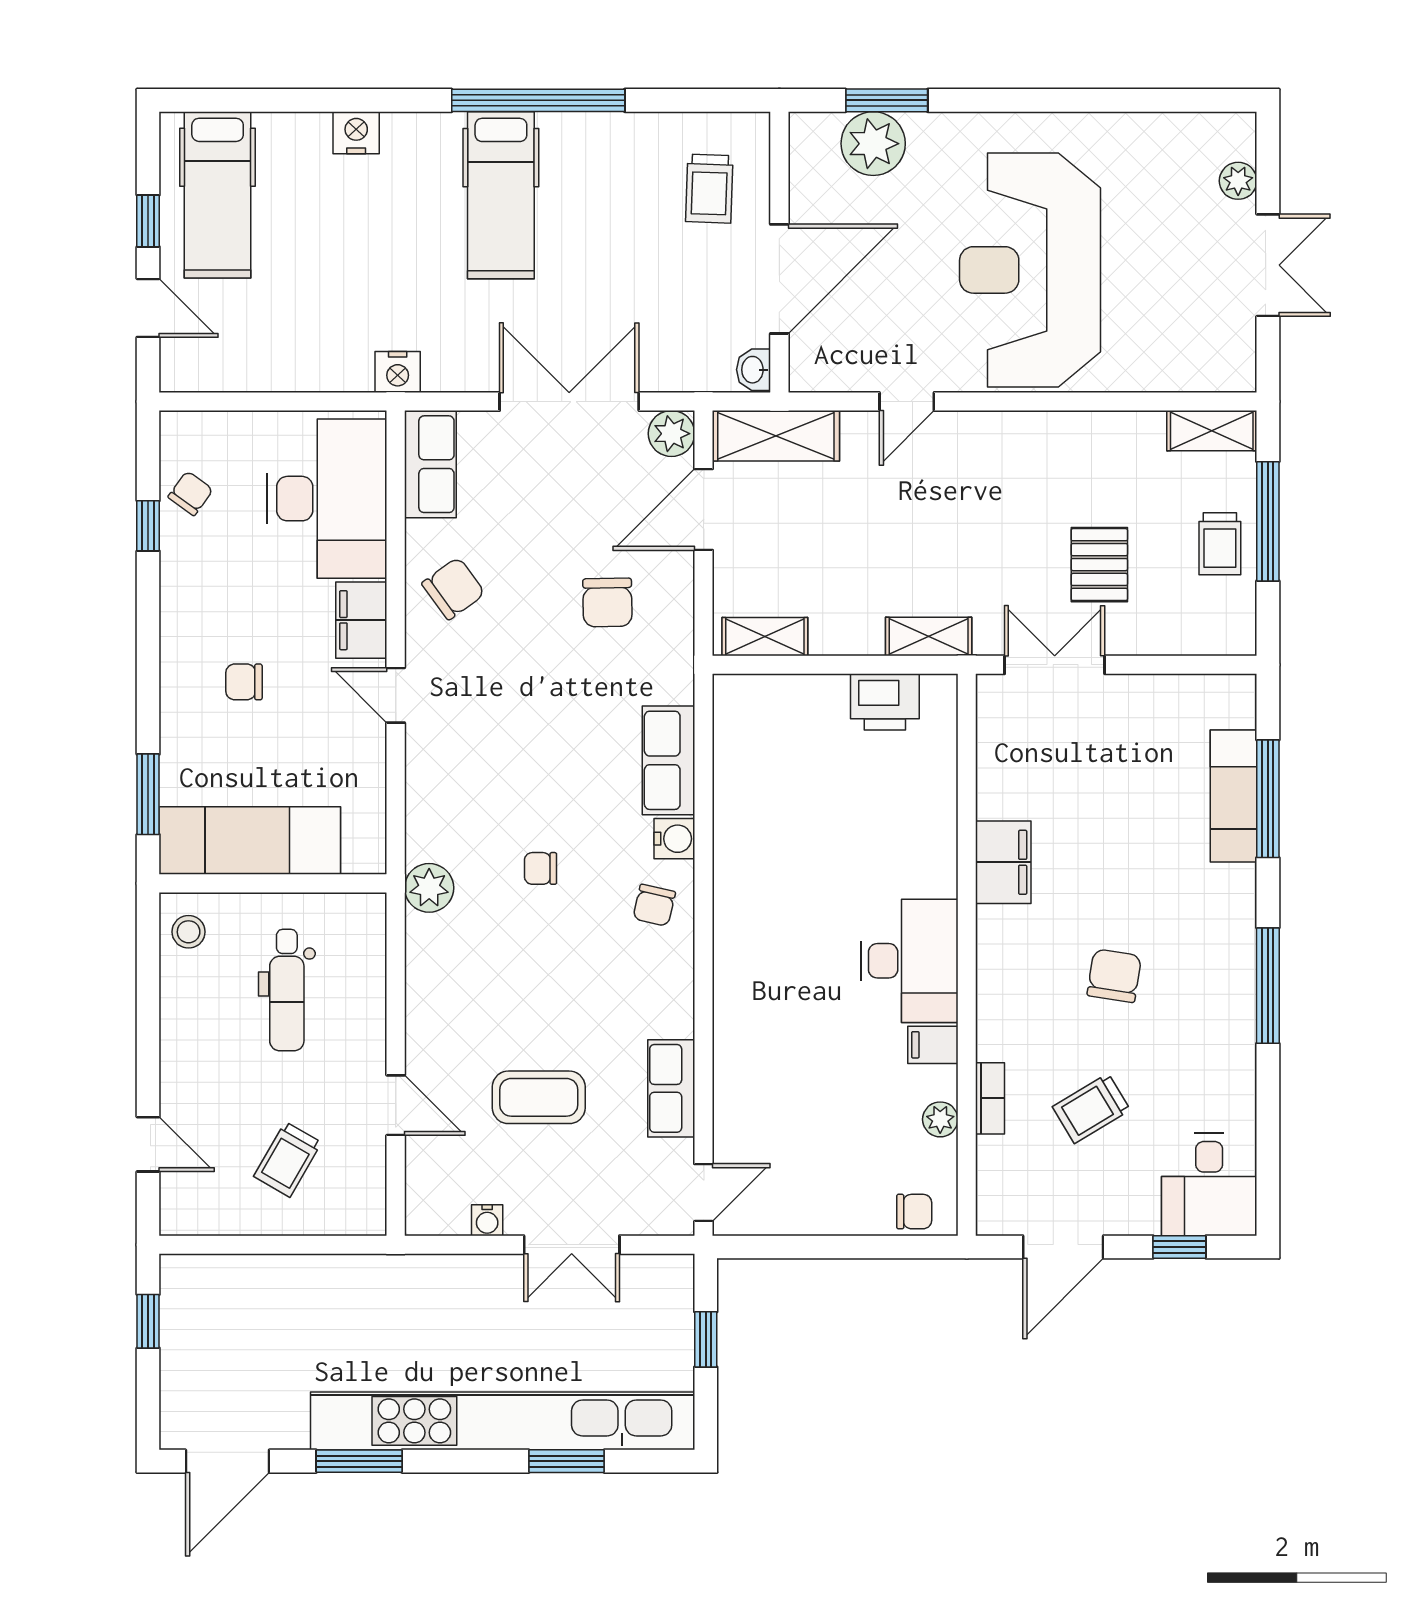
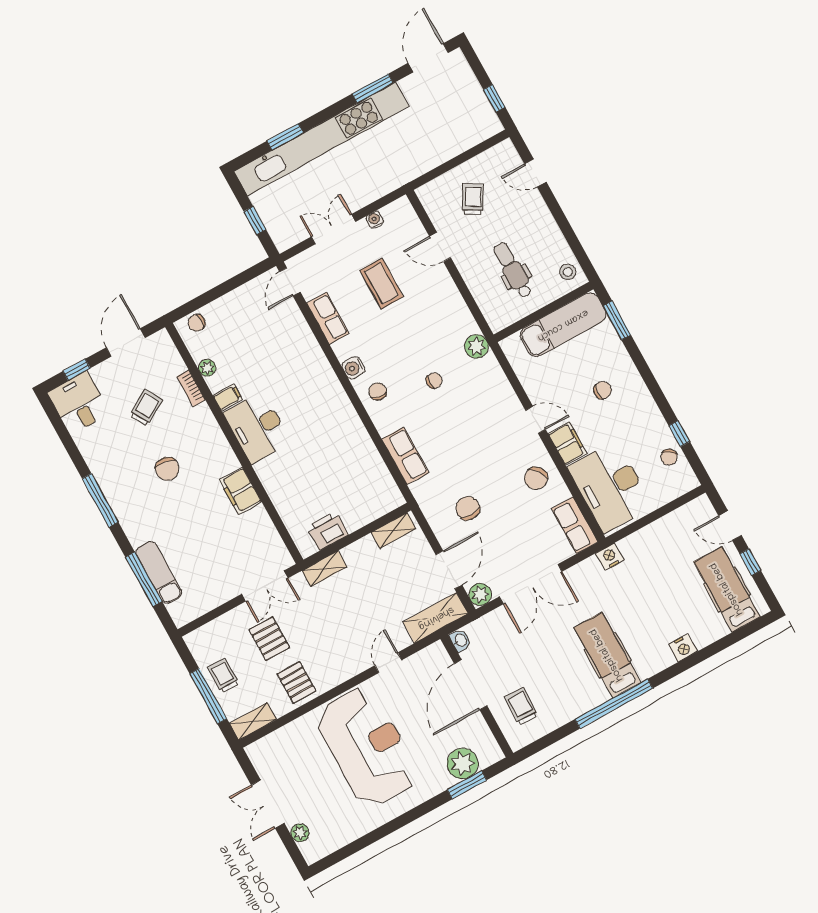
pallet: (1094, 457) -> (297, 683), added
water cooler: (674, 839) -> (353, 368), moved
coffee table: (539, 1097) -> (382, 284), turned 90

